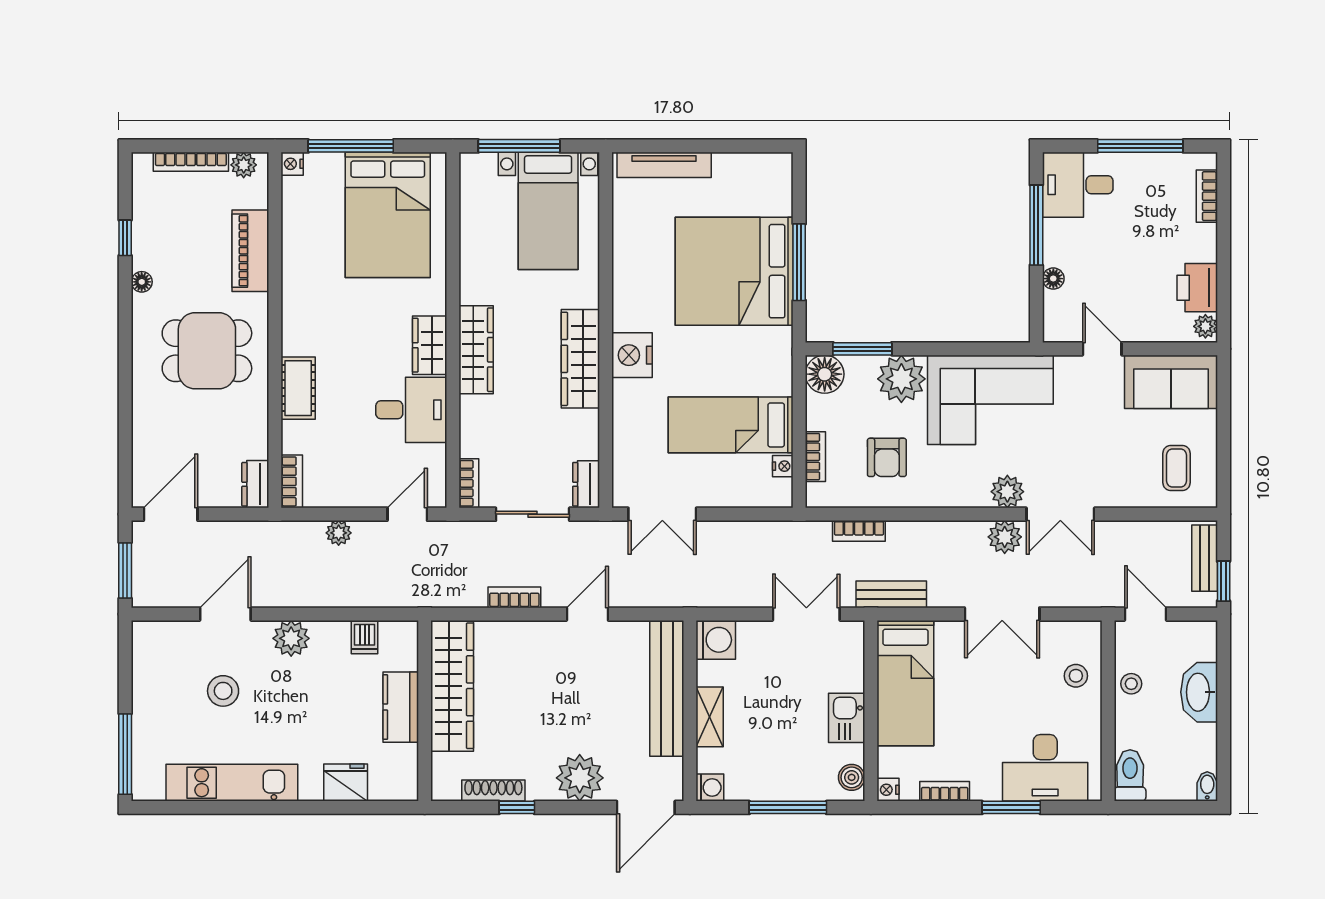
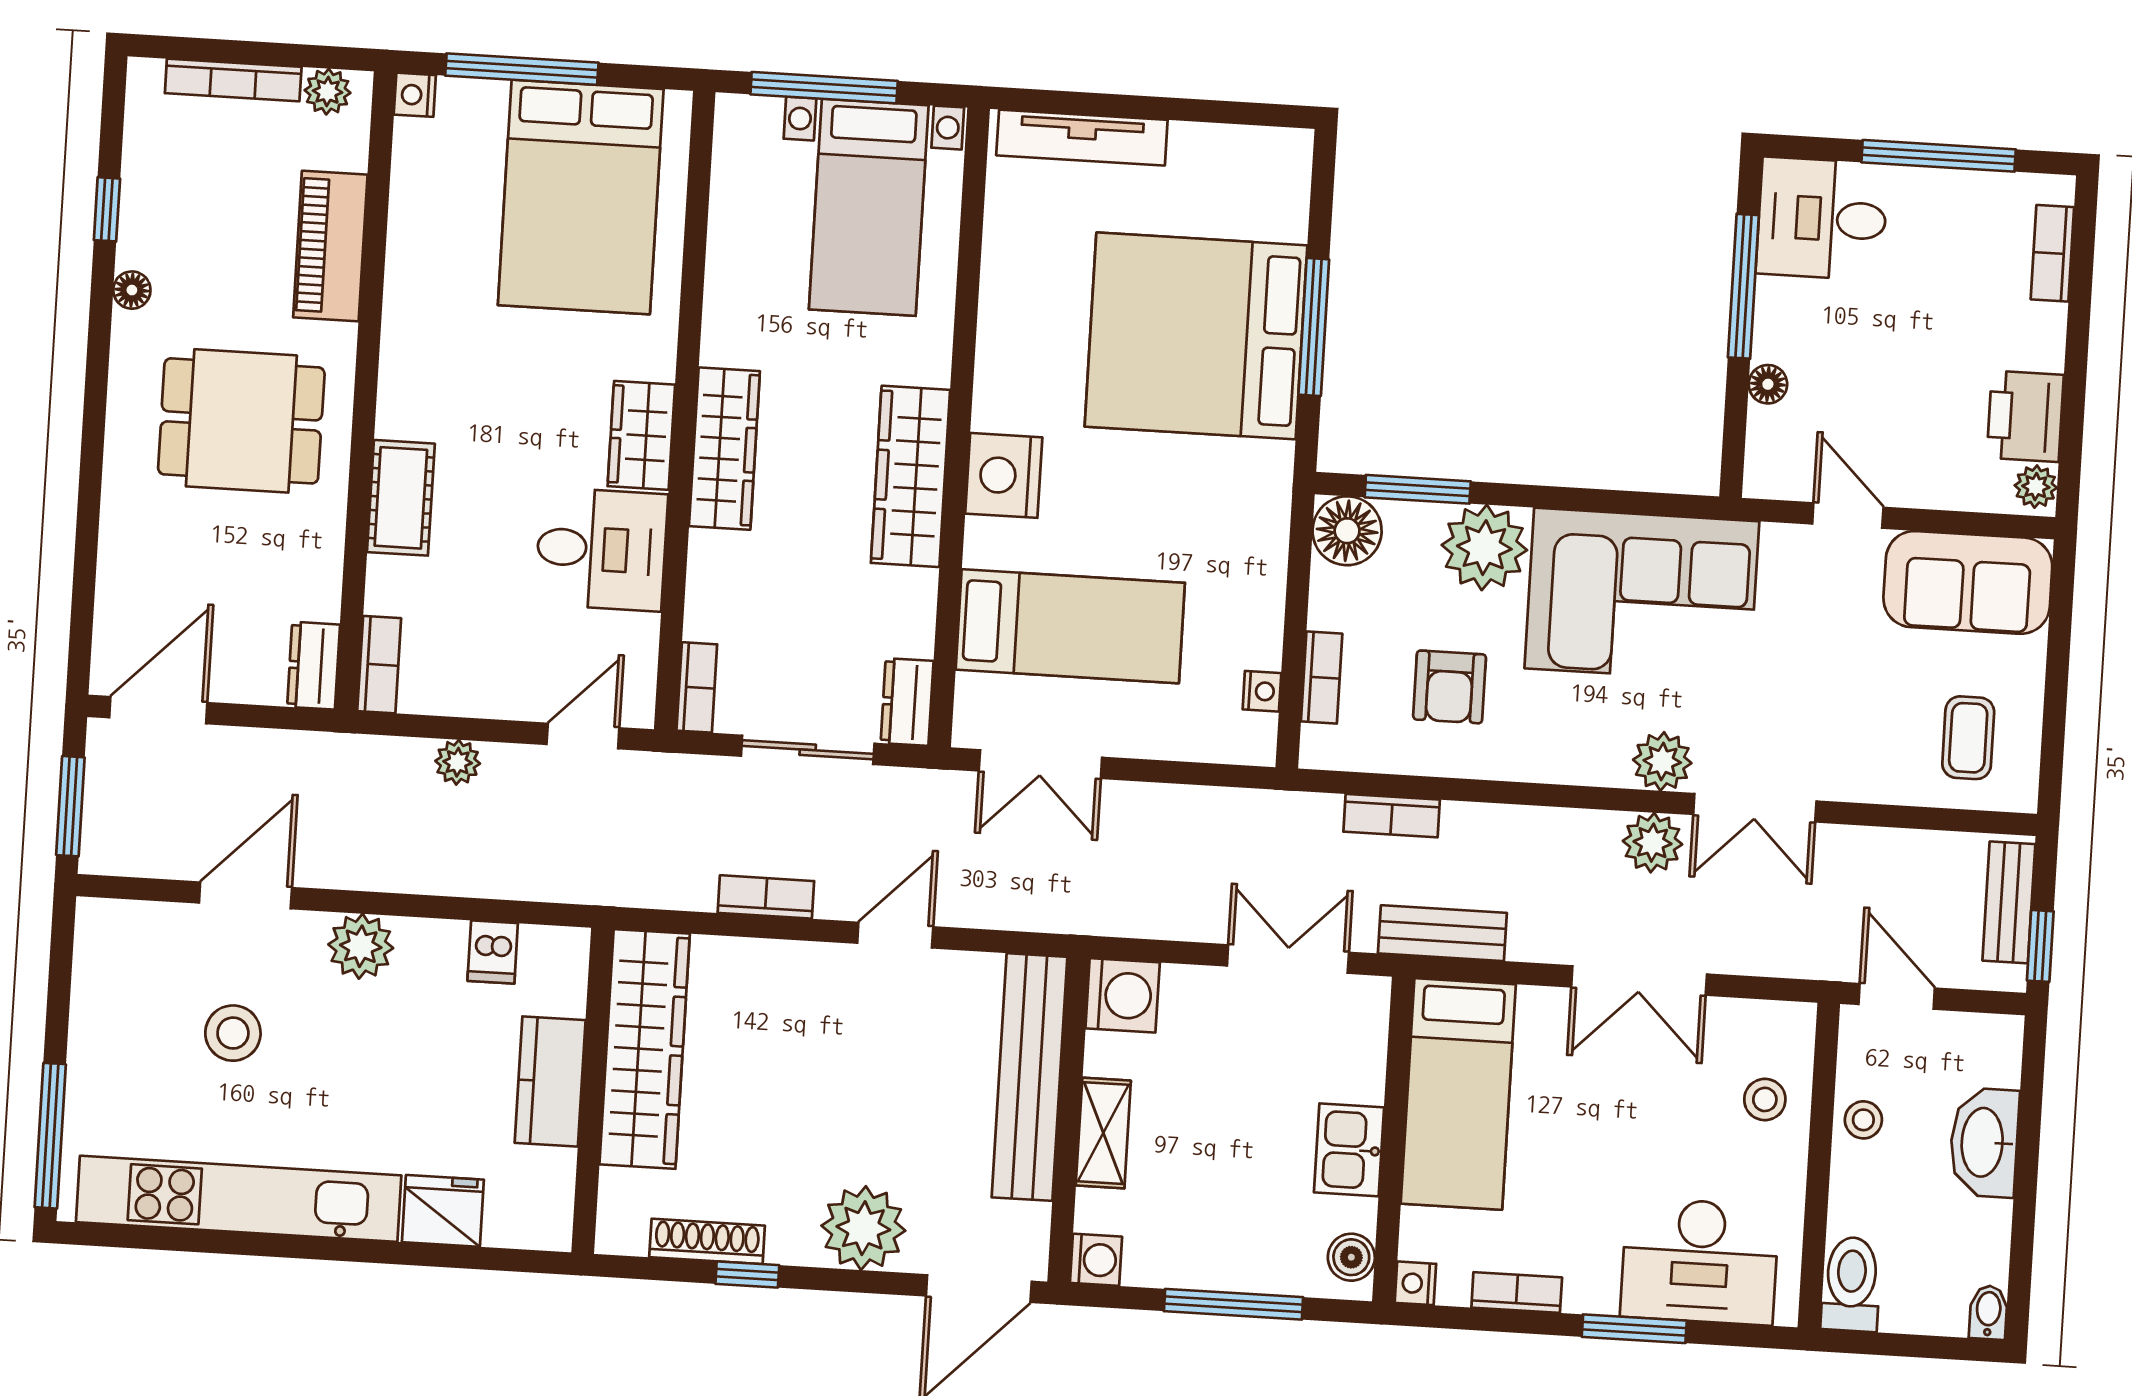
bed: (731, 425) -> (1070, 626), moved, turned 180
kitchen unit: (232, 783) -> (239, 1199), width x1.36

